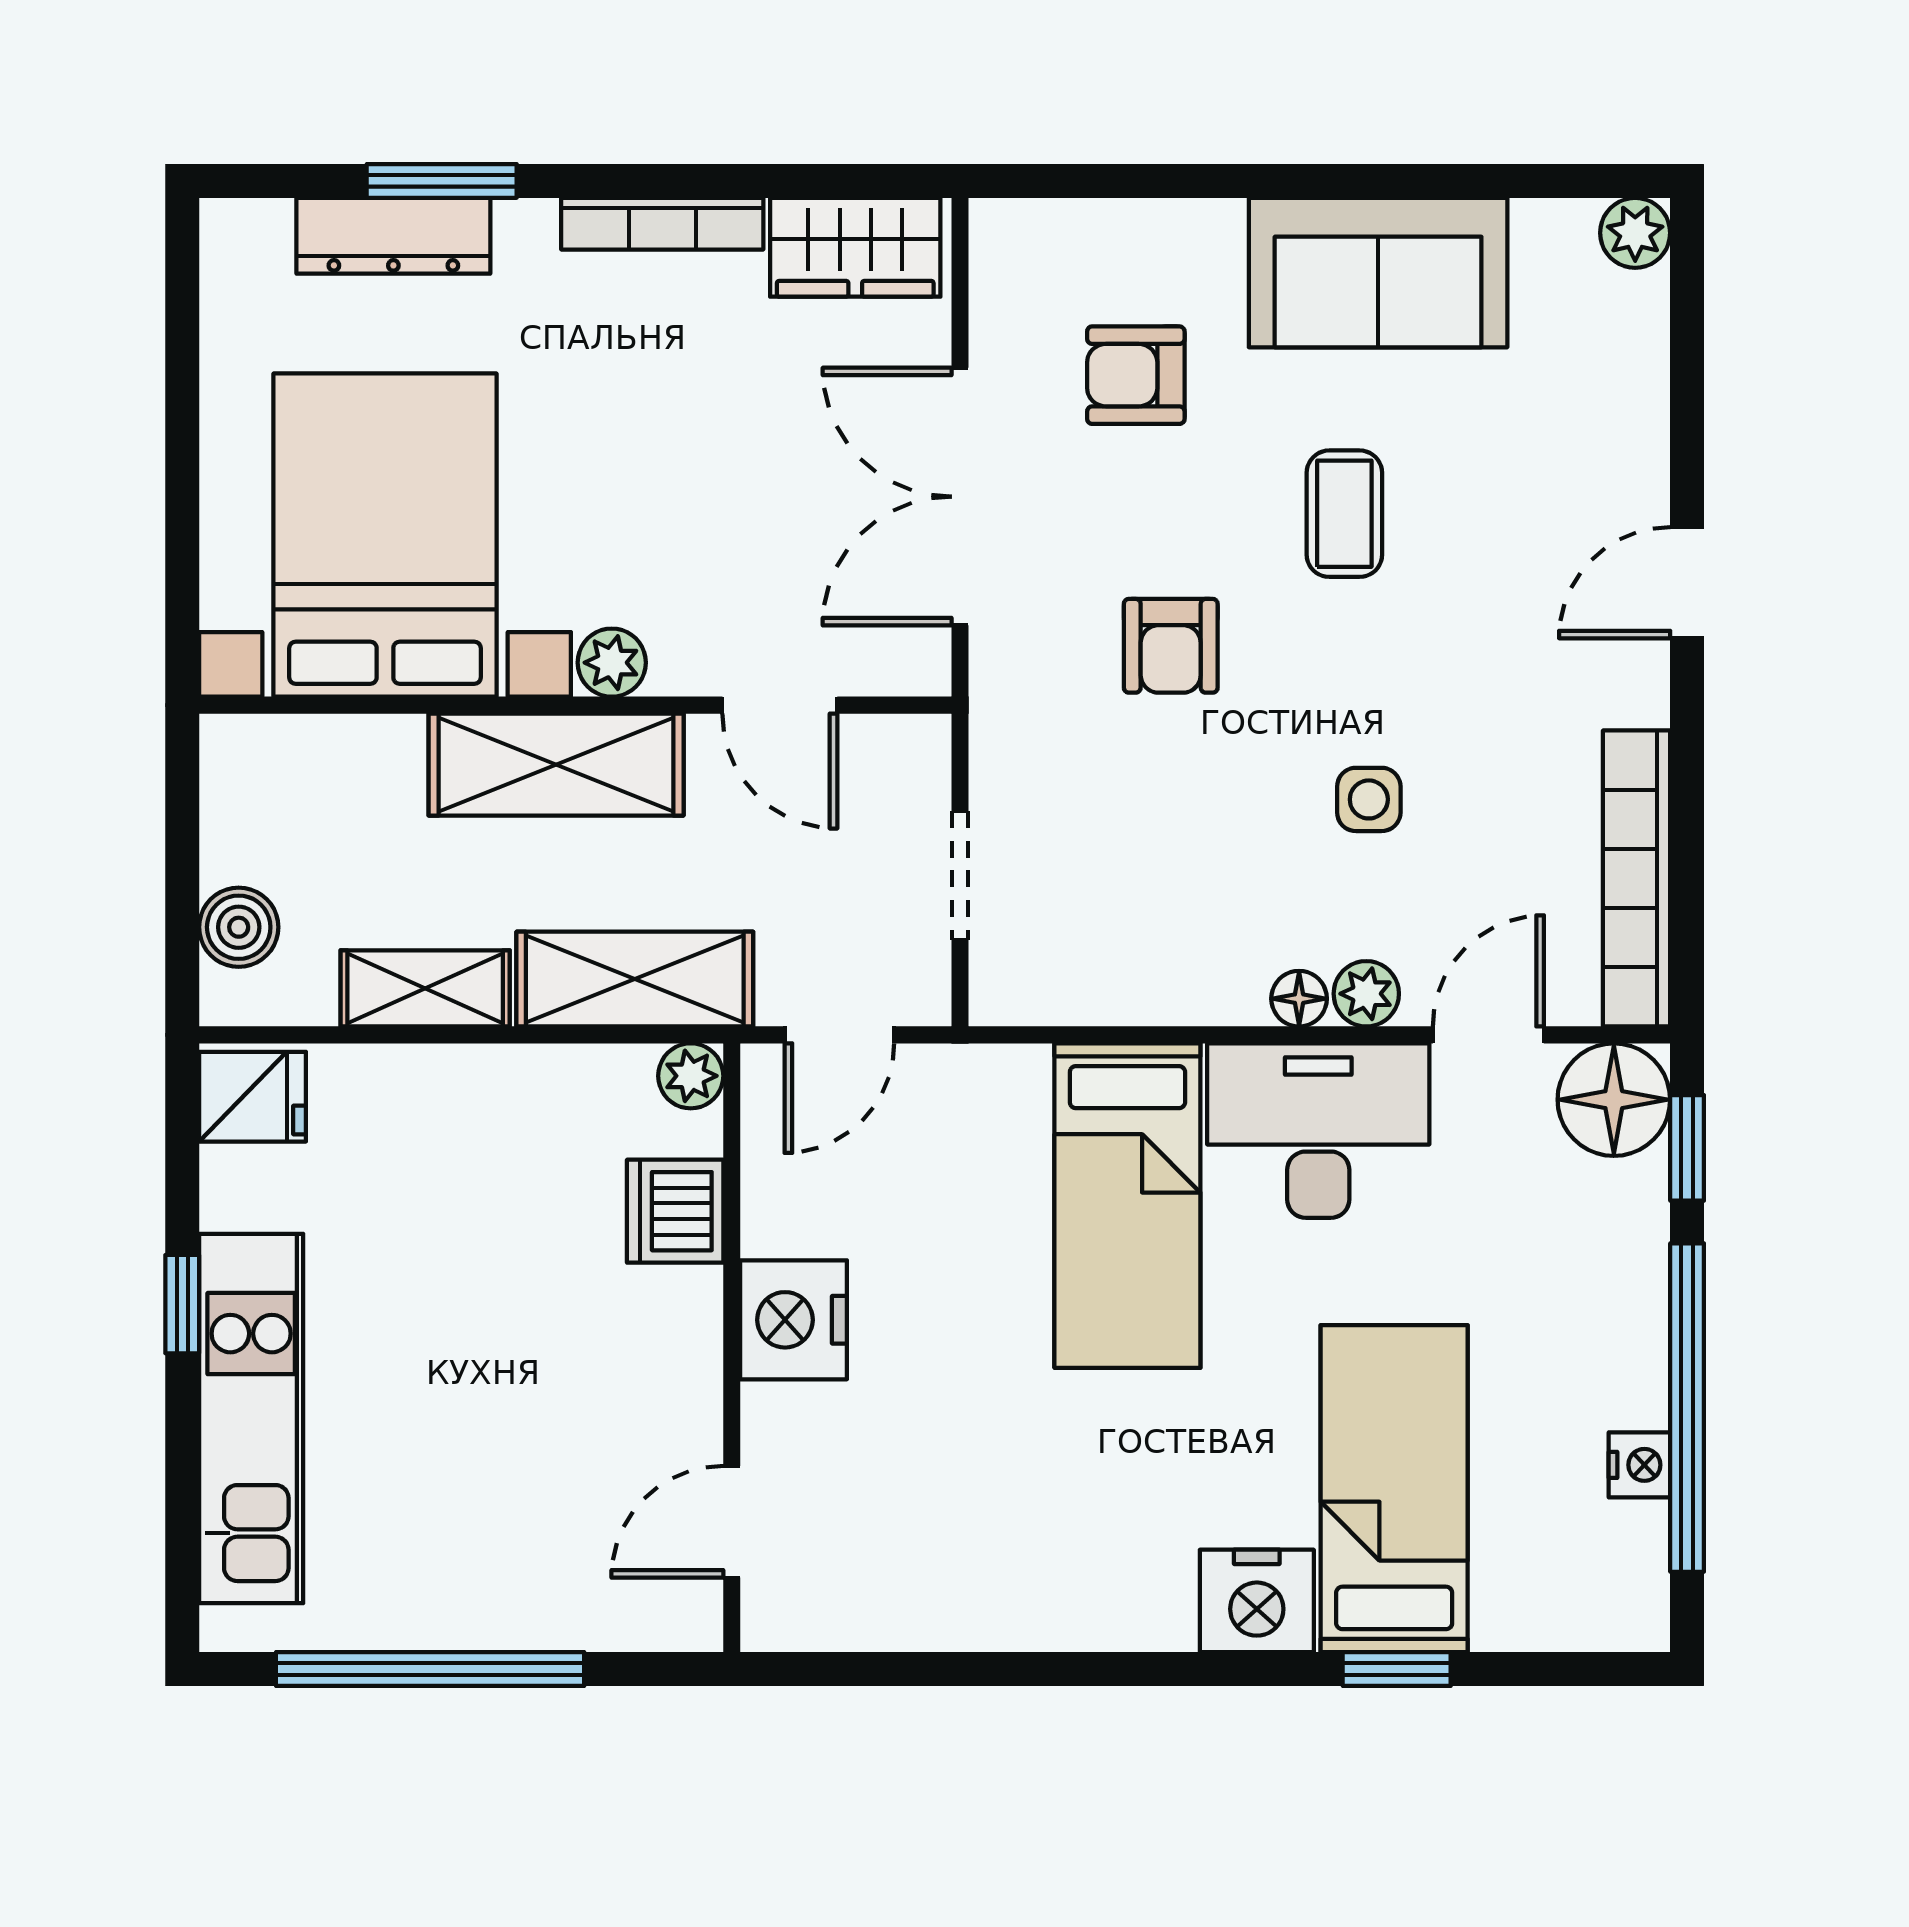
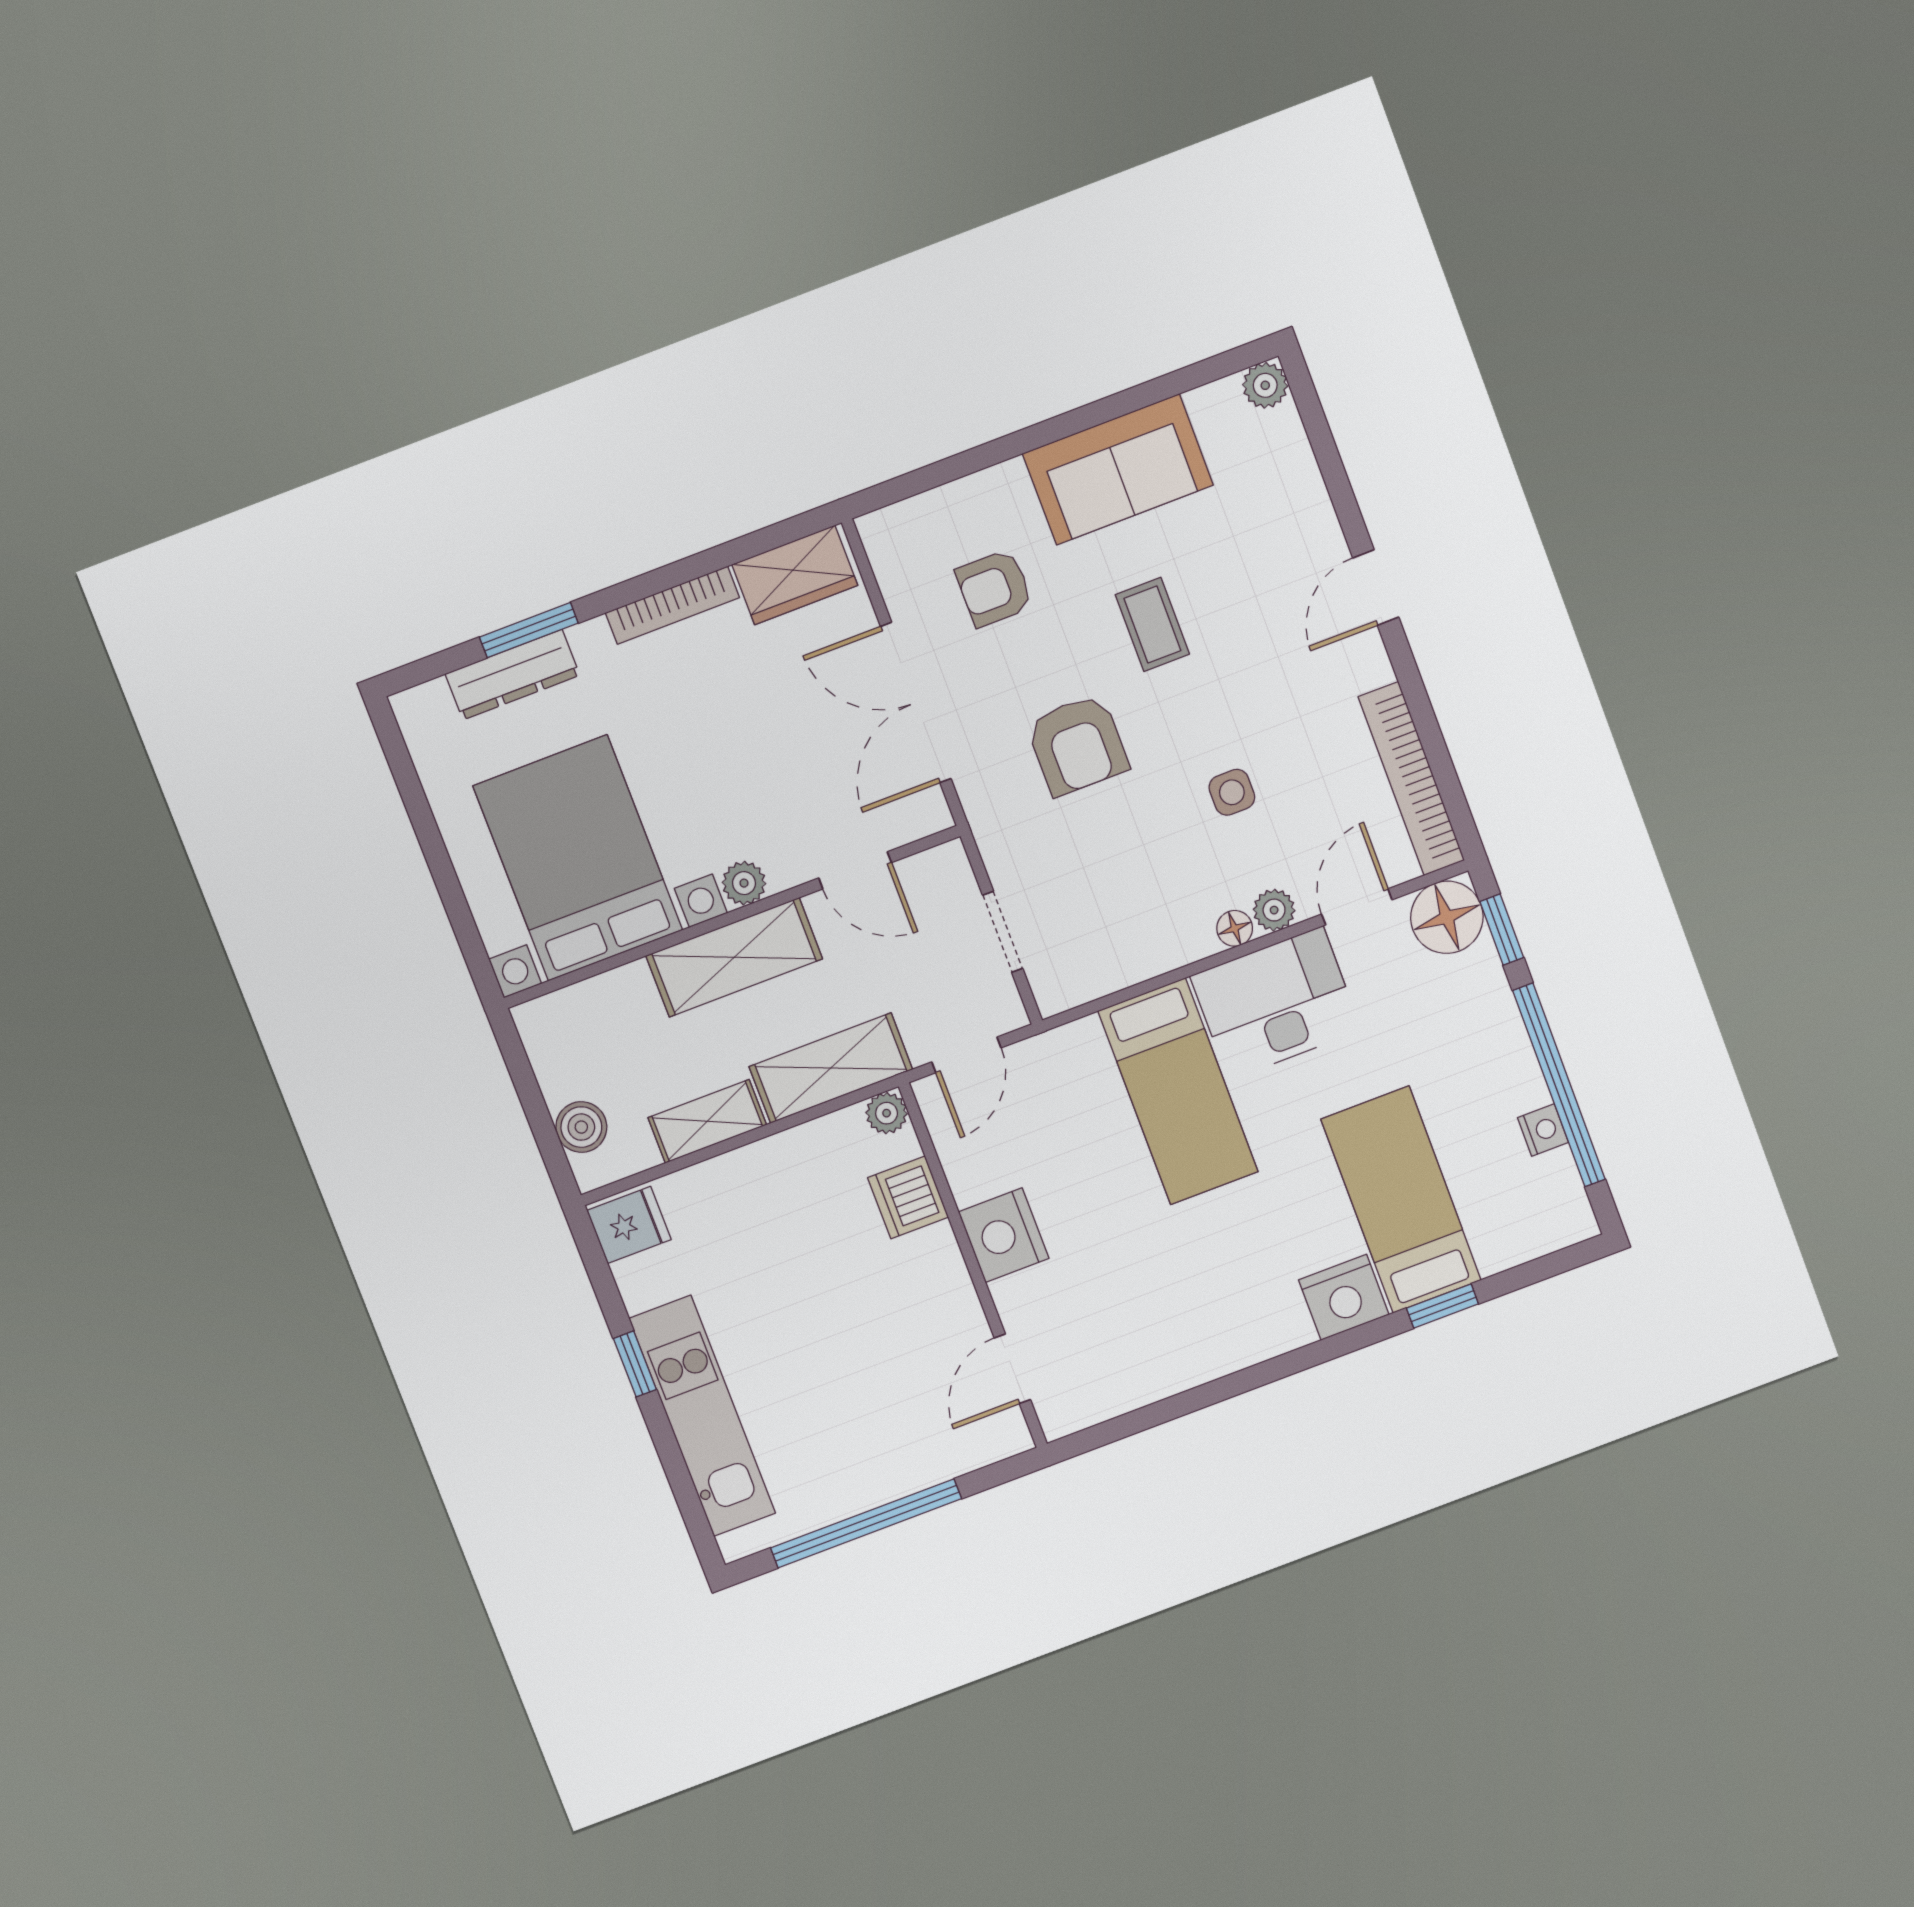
armchair: (1171, 646) -> (1077, 745), width x1.38, depth x1.38

